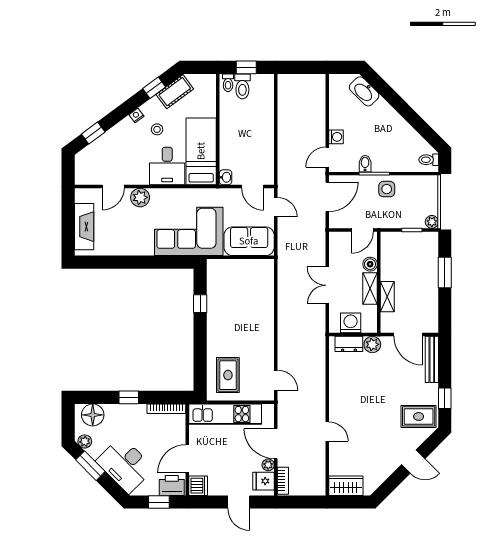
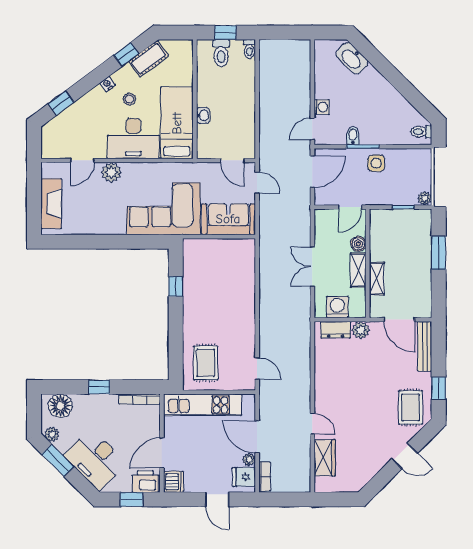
toilet: (228, 83) -> (249, 49), moved
desk: (167, 166) -> (133, 138), width x1.37
washbasin: (226, 177) -> (203, 115), moved
rug: (419, 416) -> (410, 407), turned 90
wardrobe: (346, 486) -> (325, 458), moved, turned 90

